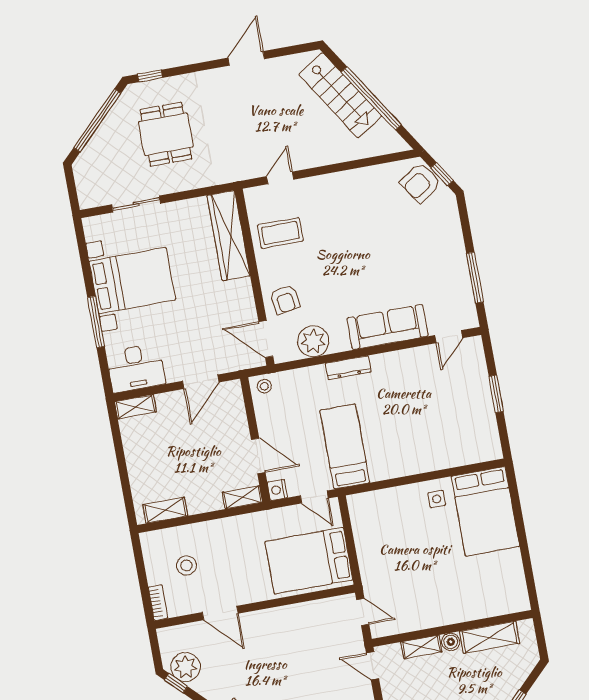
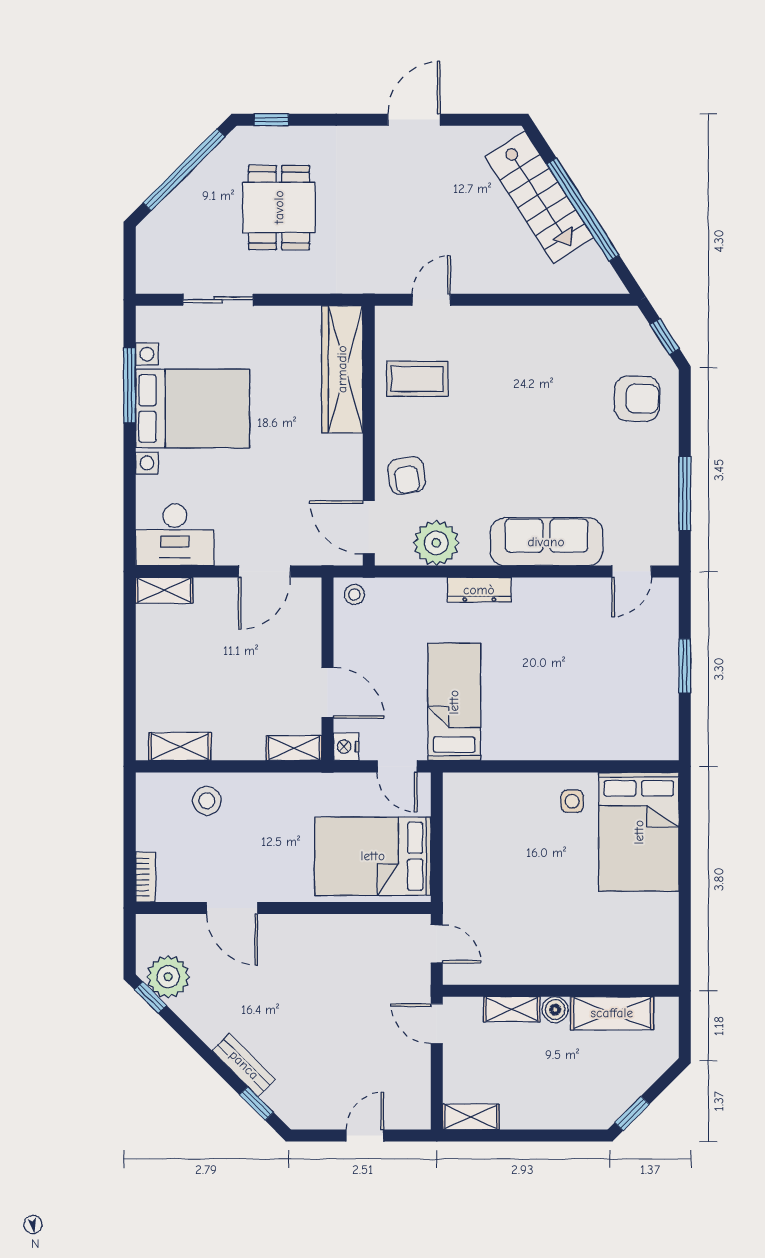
armchair: (420, 183) -> (637, 399), moved, turned -144
window: (96, 322) -> (130, 385), moved
stool: (186, 565) -> (207, 801), moved

